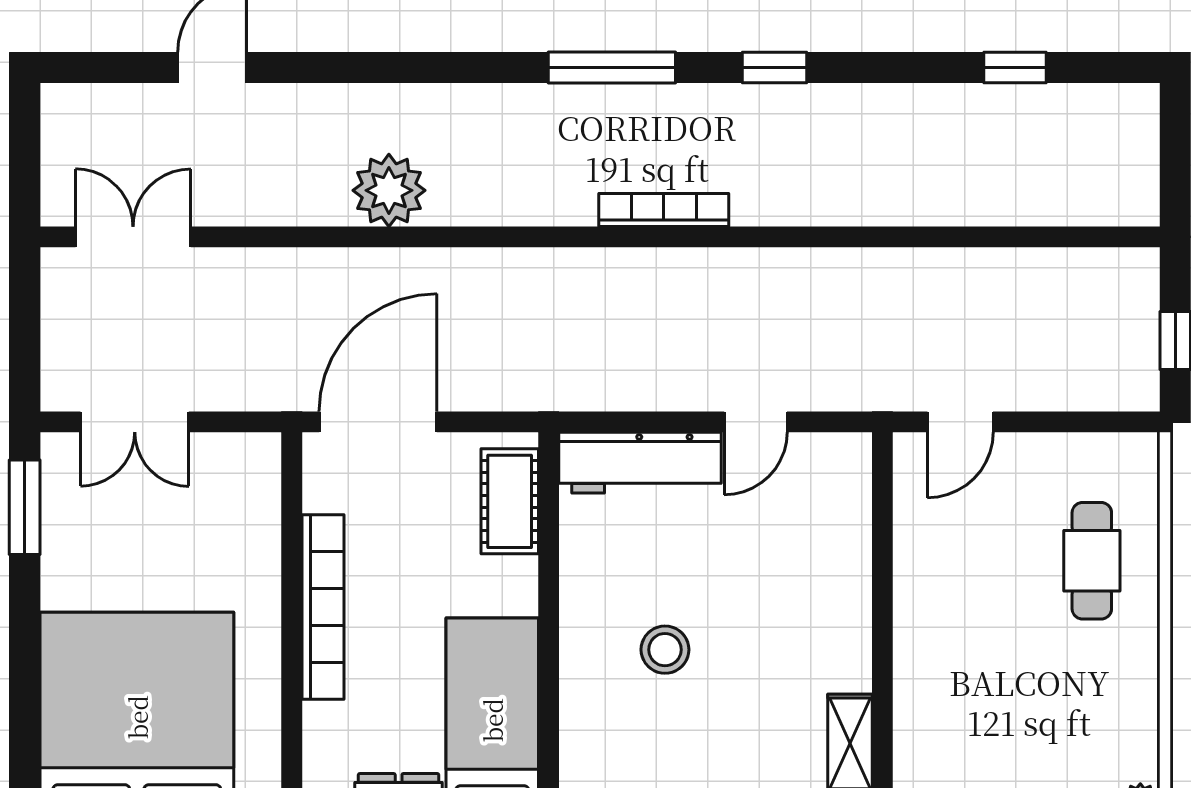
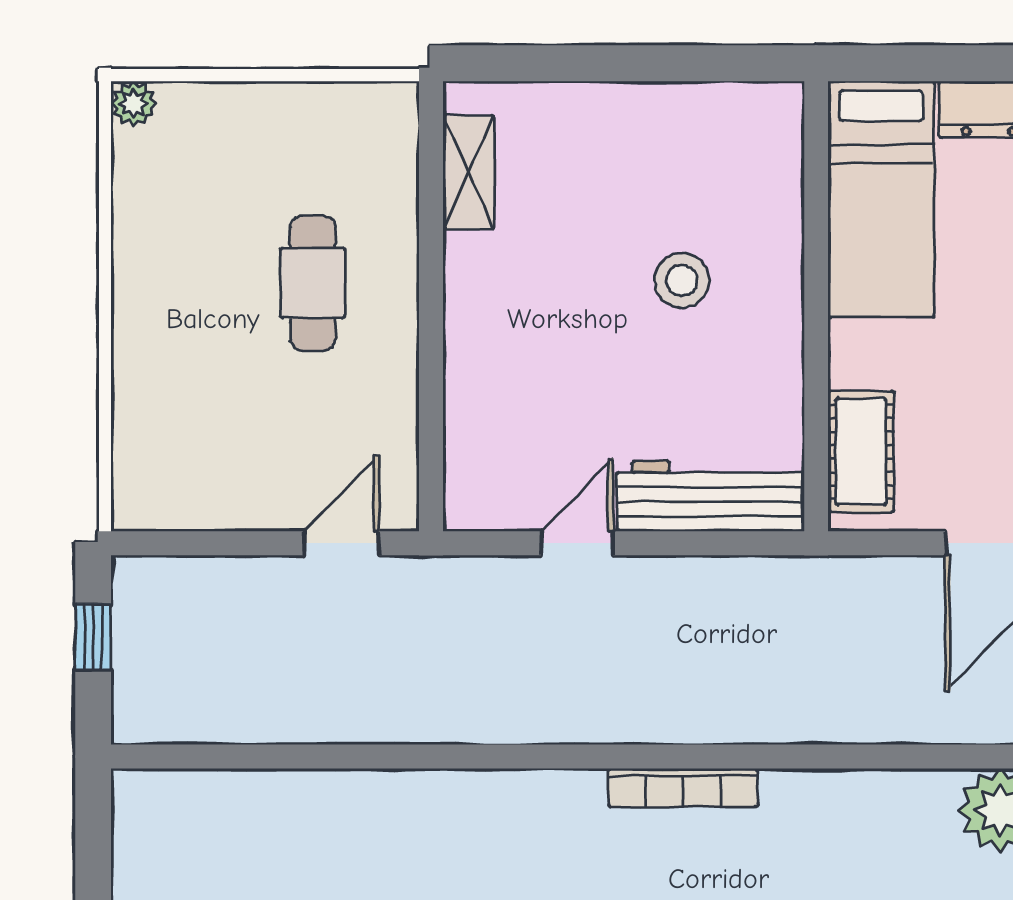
cafe table: (1092, 561) -> (313, 283), moved

